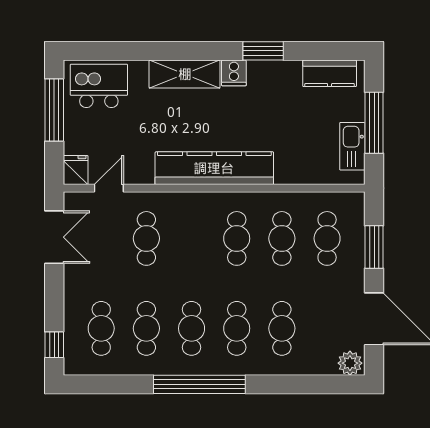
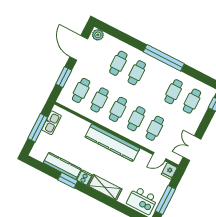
kitchen counter: (330, 73) -> (62, 166), moved, width x1.50
cafe table: (192, 328) -> (136, 119), moved

